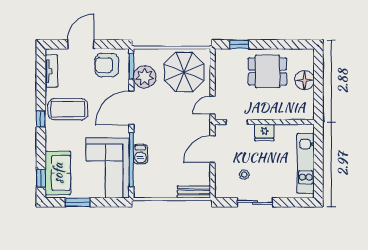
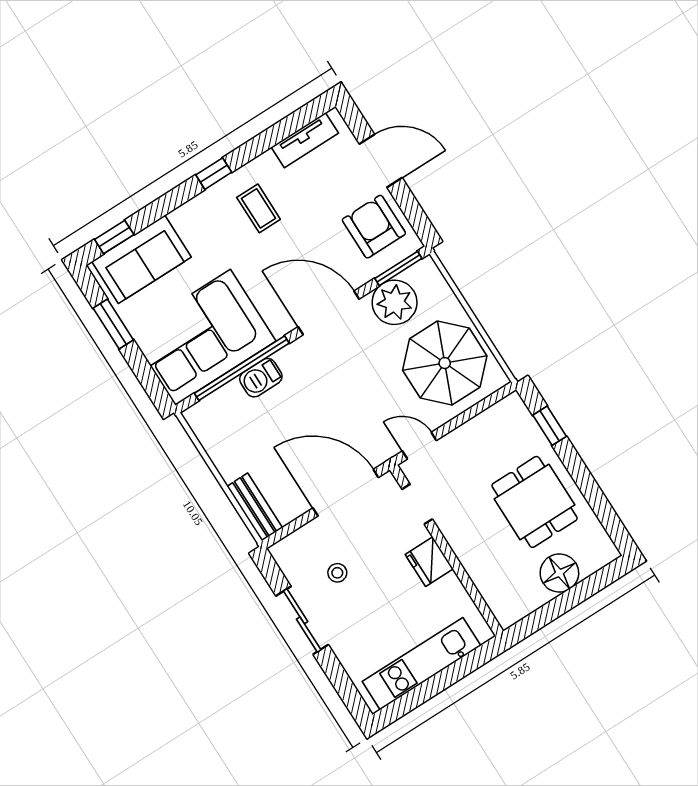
coffee table: (68, 109) -> (259, 208), width x0.54, depth x0.58
door: (212, 149) -> (346, 493), width x1.36

